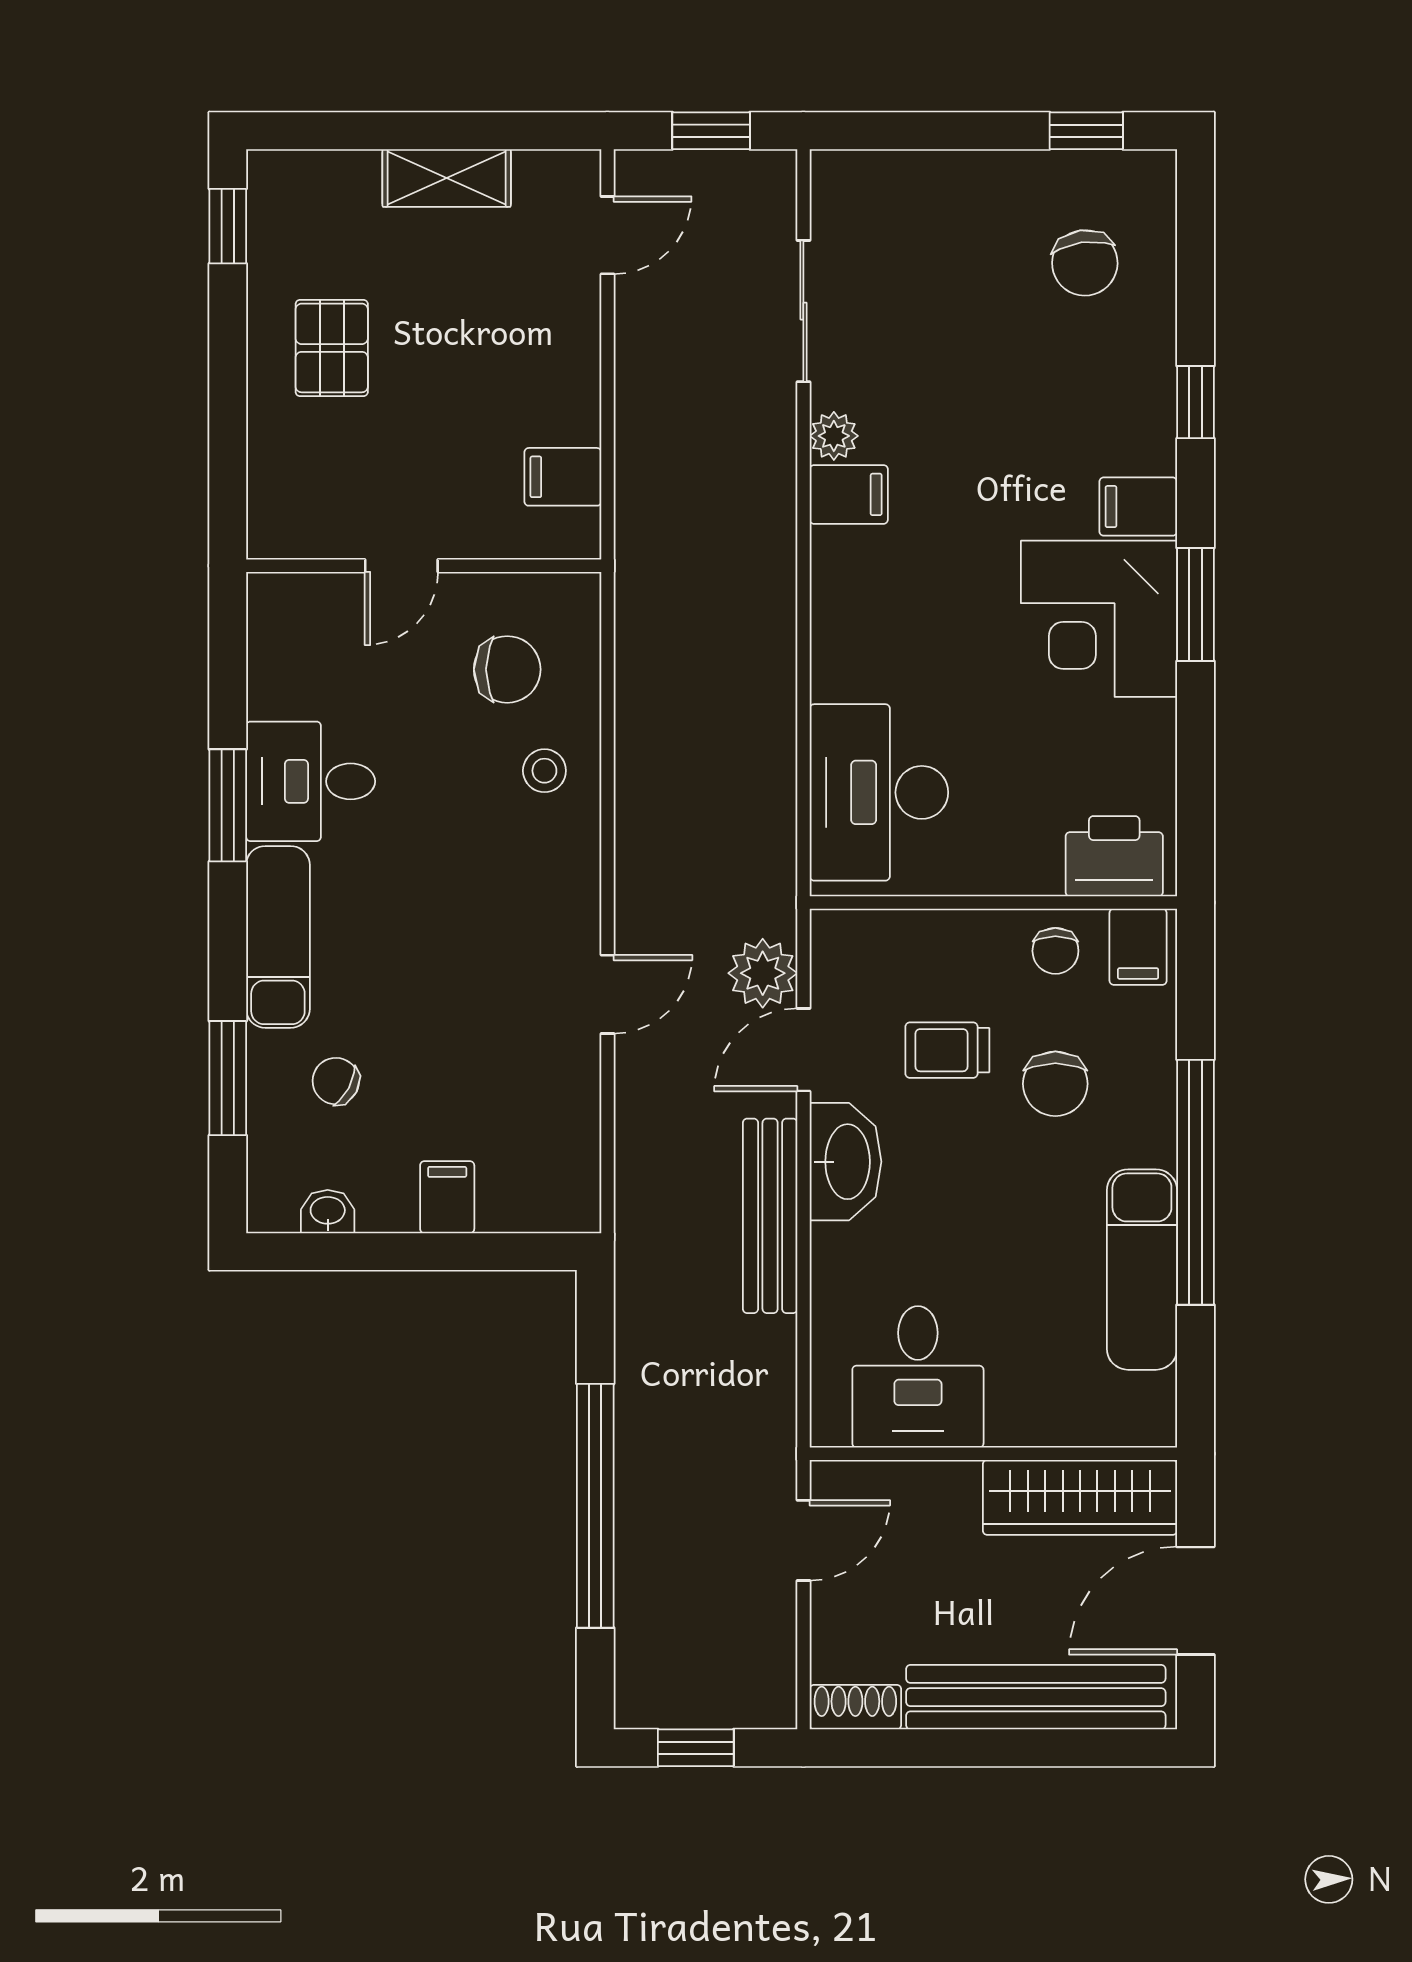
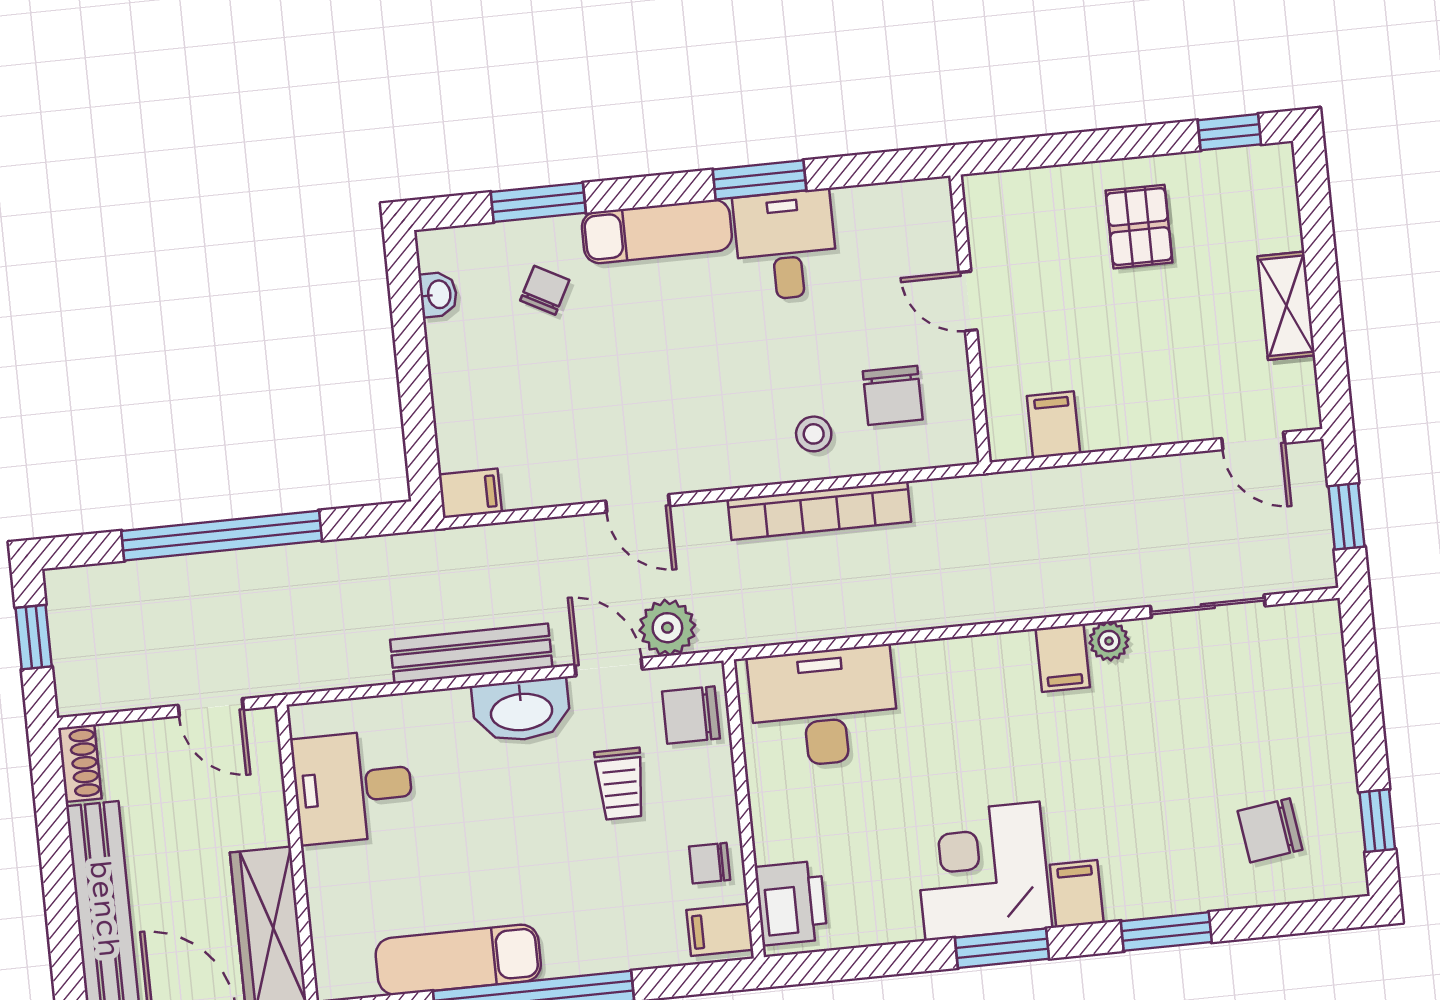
pallet: (332, 348) -> (1139, 227), turned 90
window: (1195, 402) -> (1166, 932), width x1.50
bookcase: (639, 773) -> (819, 511), added
trolley: (947, 1050) -> (620, 784), turned 180
chair: (1055, 1084) -> (691, 715), moved
filing cabinet: (447, 1197) -> (470, 493), moved

